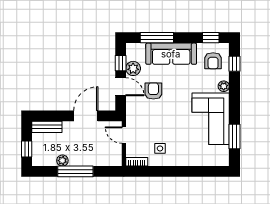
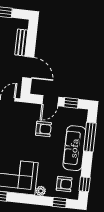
armchair: (213, 61) -> (64, 184), turned 180
plant: (133, 68) -> (65, 113), removed
bench: (47, 127) -> (21, 42), moved

